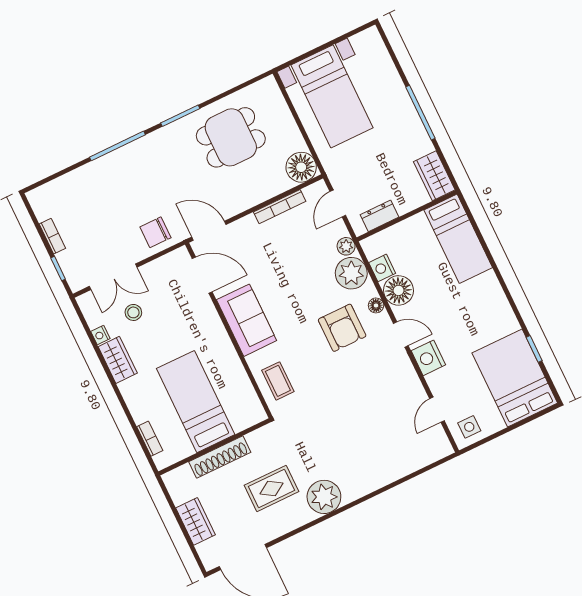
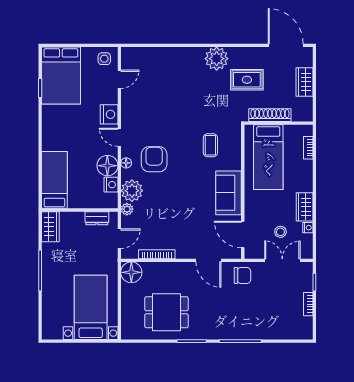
door: (202, 275) -> (243, 234), moved
sofa: (247, 320) -> (229, 193), moved
wall: (229, 330) -> (243, 192), moved

